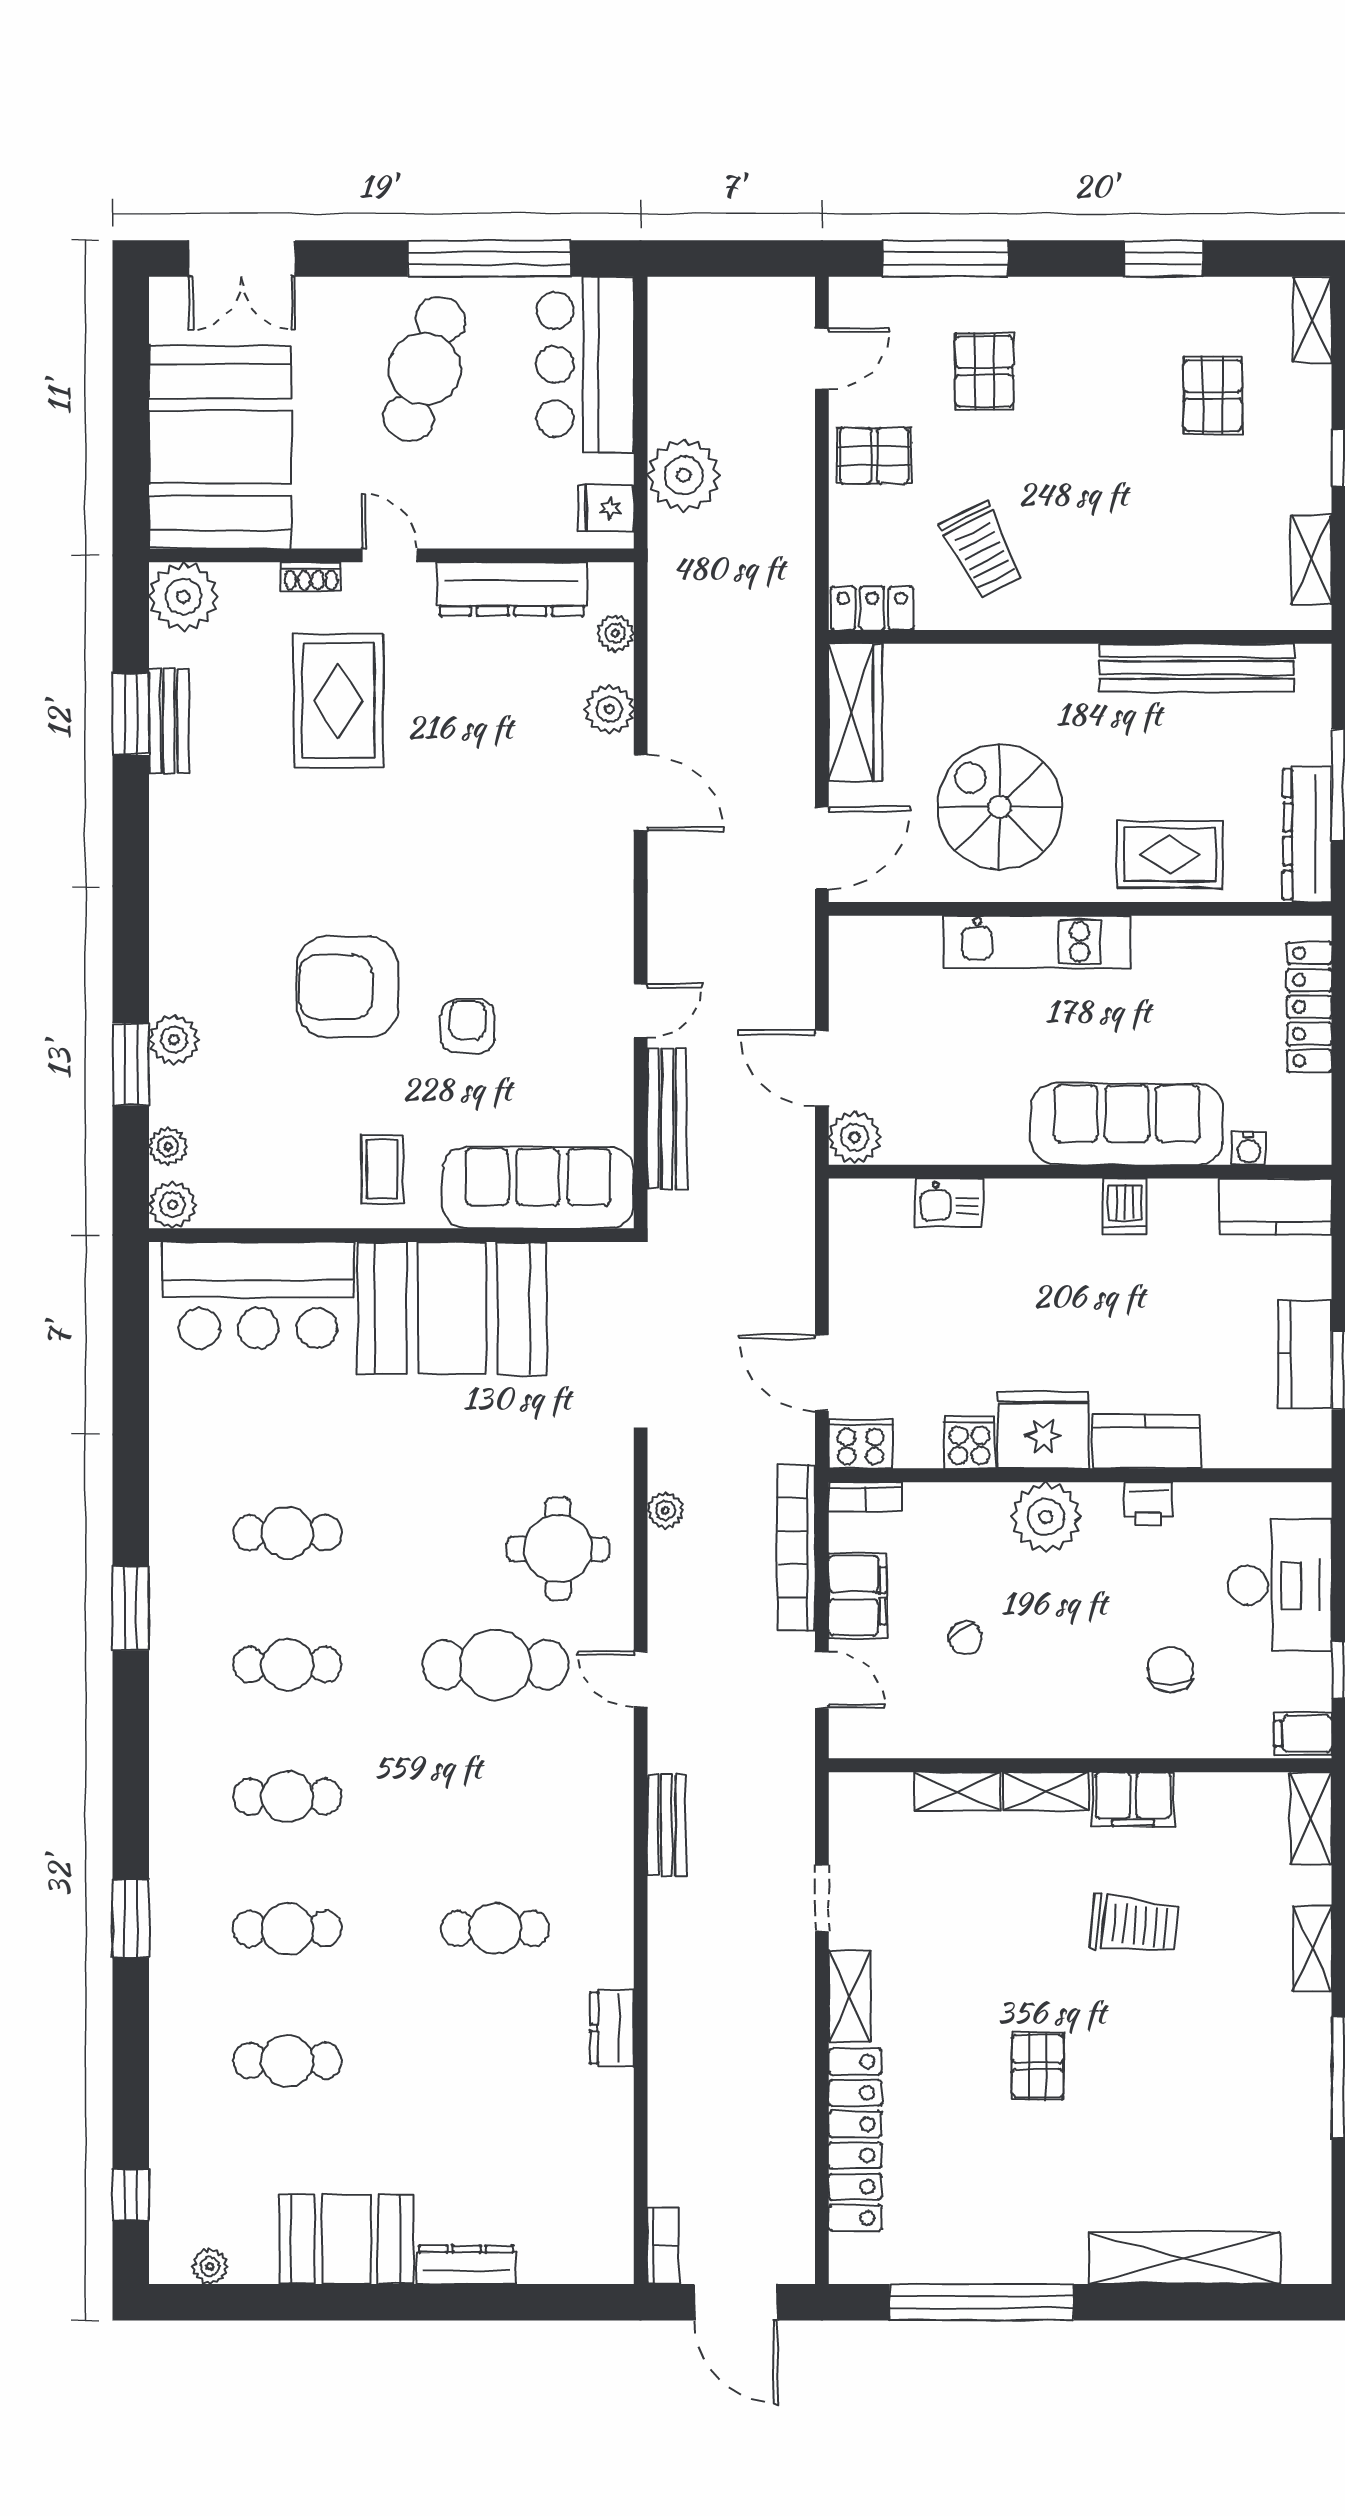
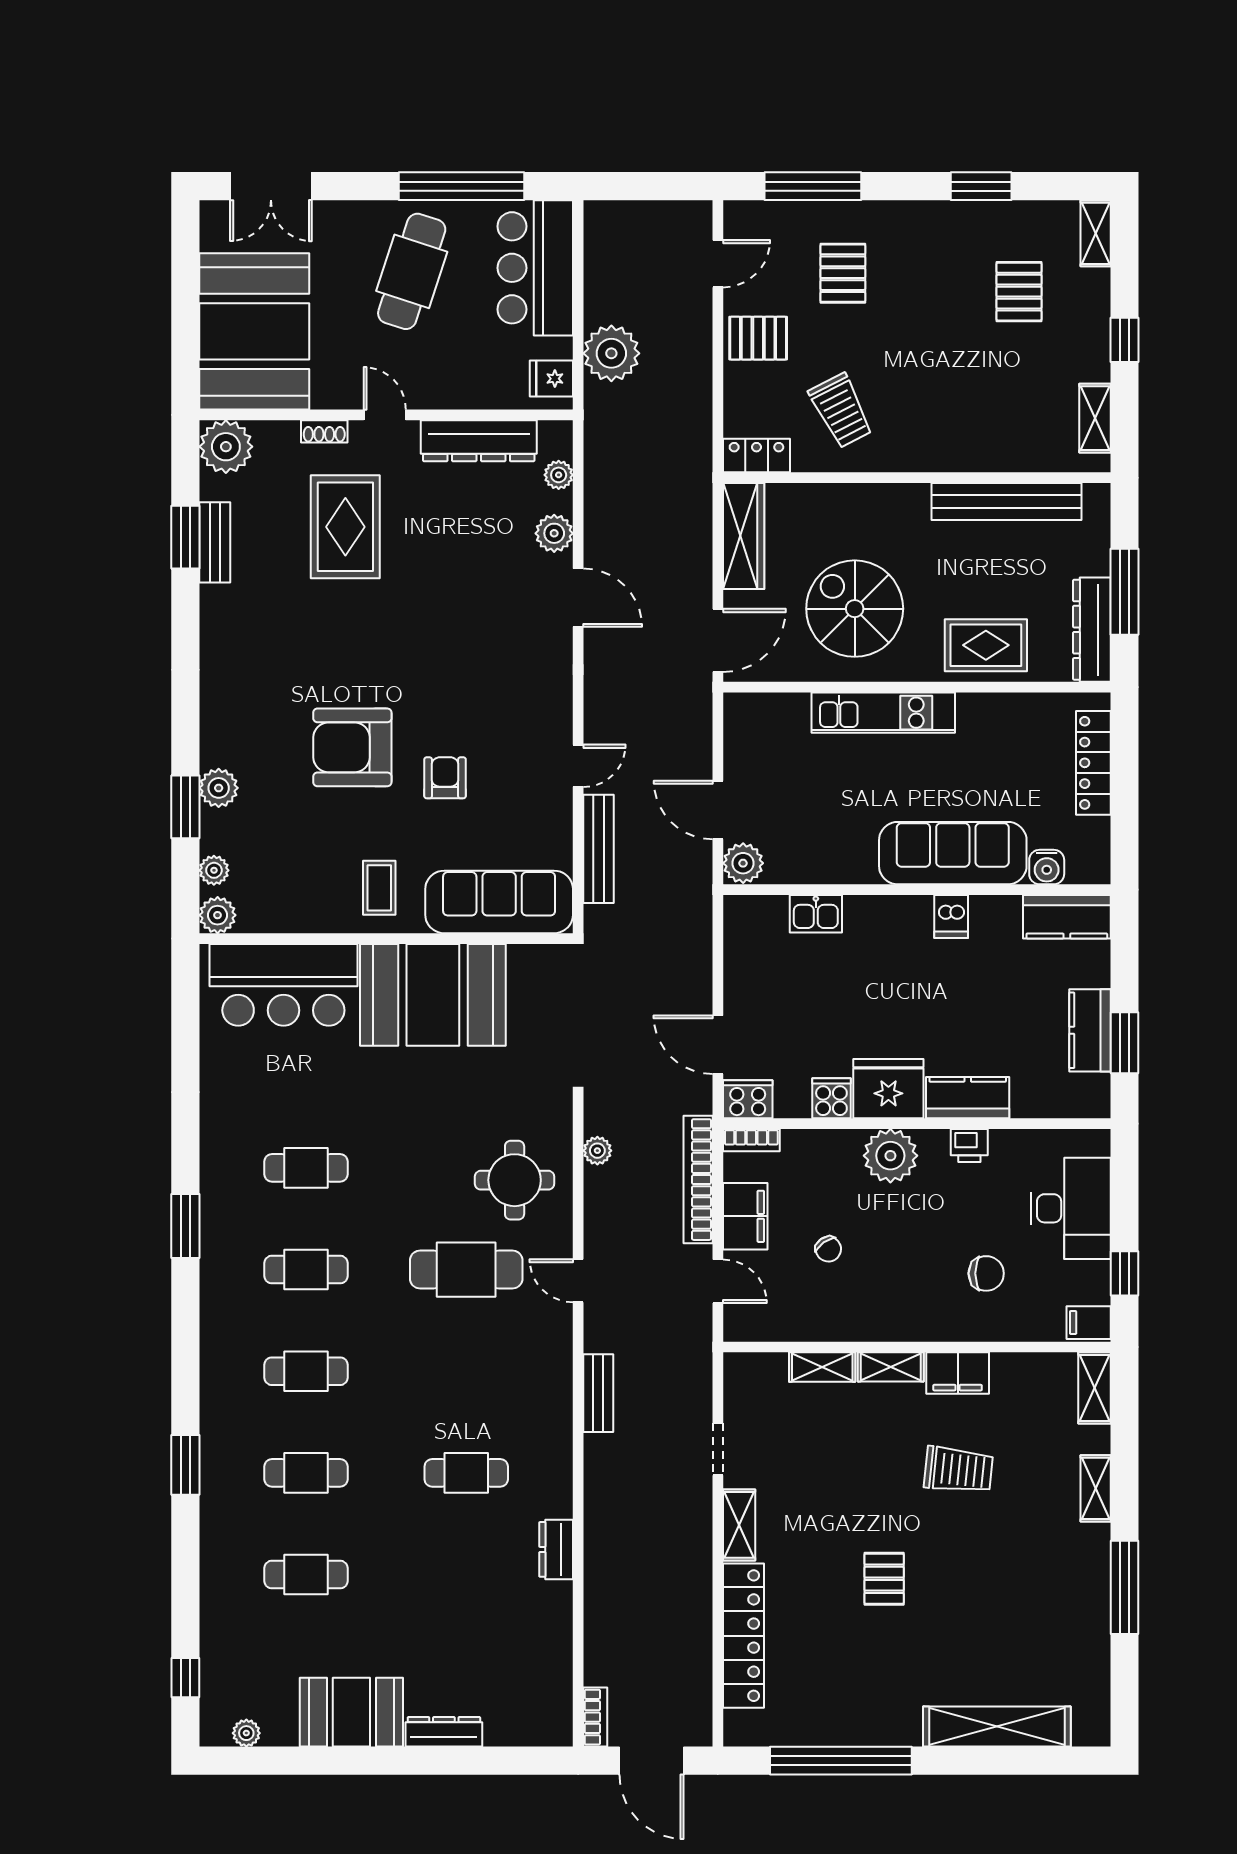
water cooler: (1249, 1149) -> (1047, 867), width x1.38, depth x1.38
chair: (1170, 1670) -> (986, 1273), turned 90

